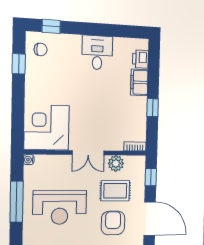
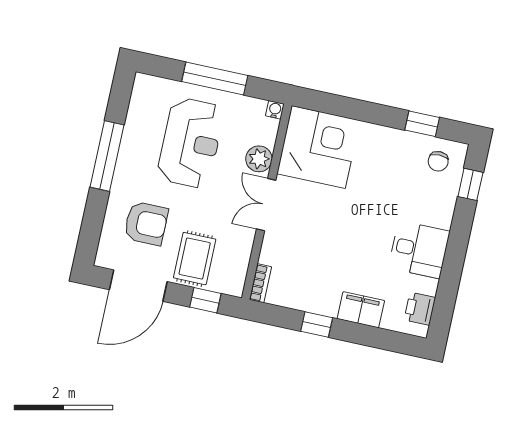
printer: (140, 59) -> (420, 309), moved, turned -90
plant: (116, 163) -> (259, 159), moved
rug: (115, 191) -> (195, 259), moved
reception desk: (60, 207) -> (191, 143), turned 180

